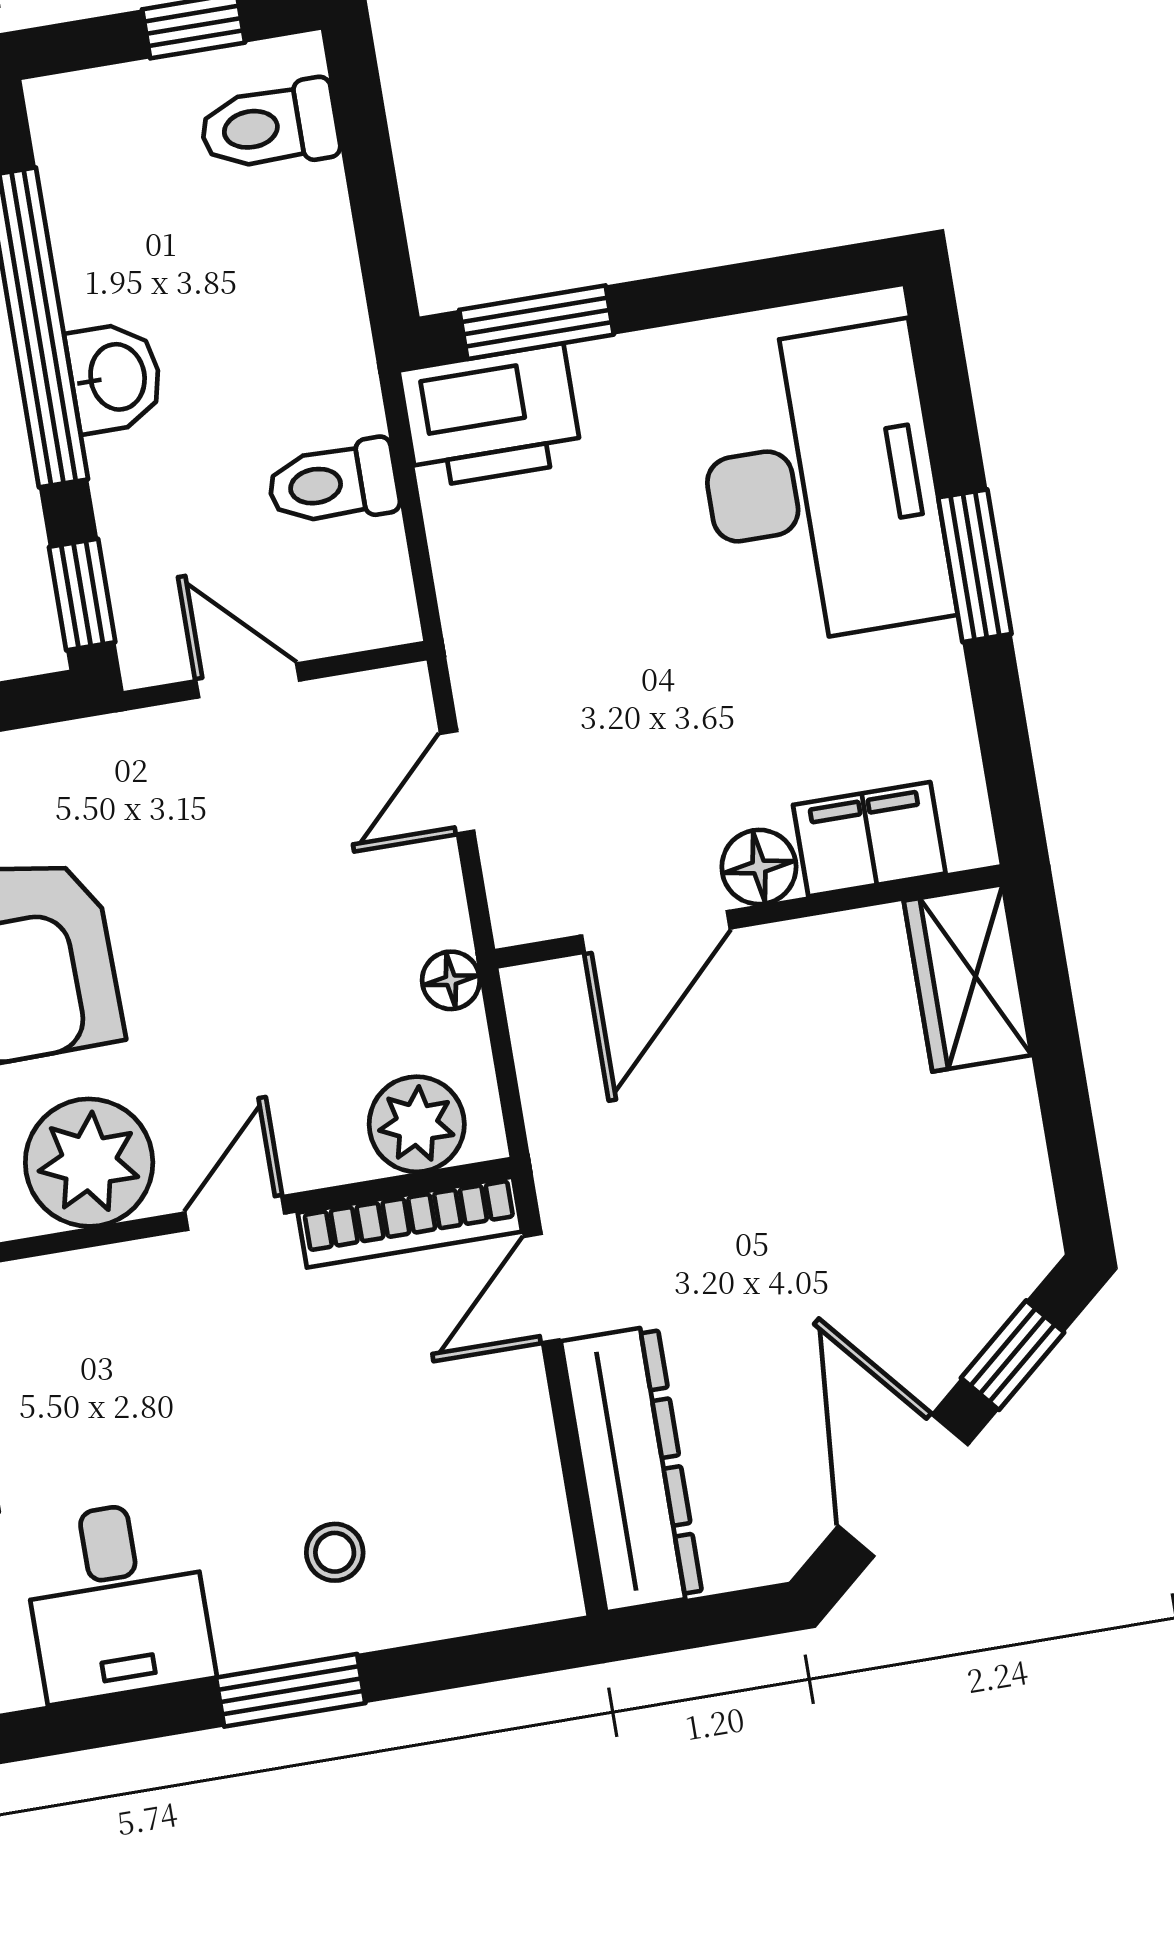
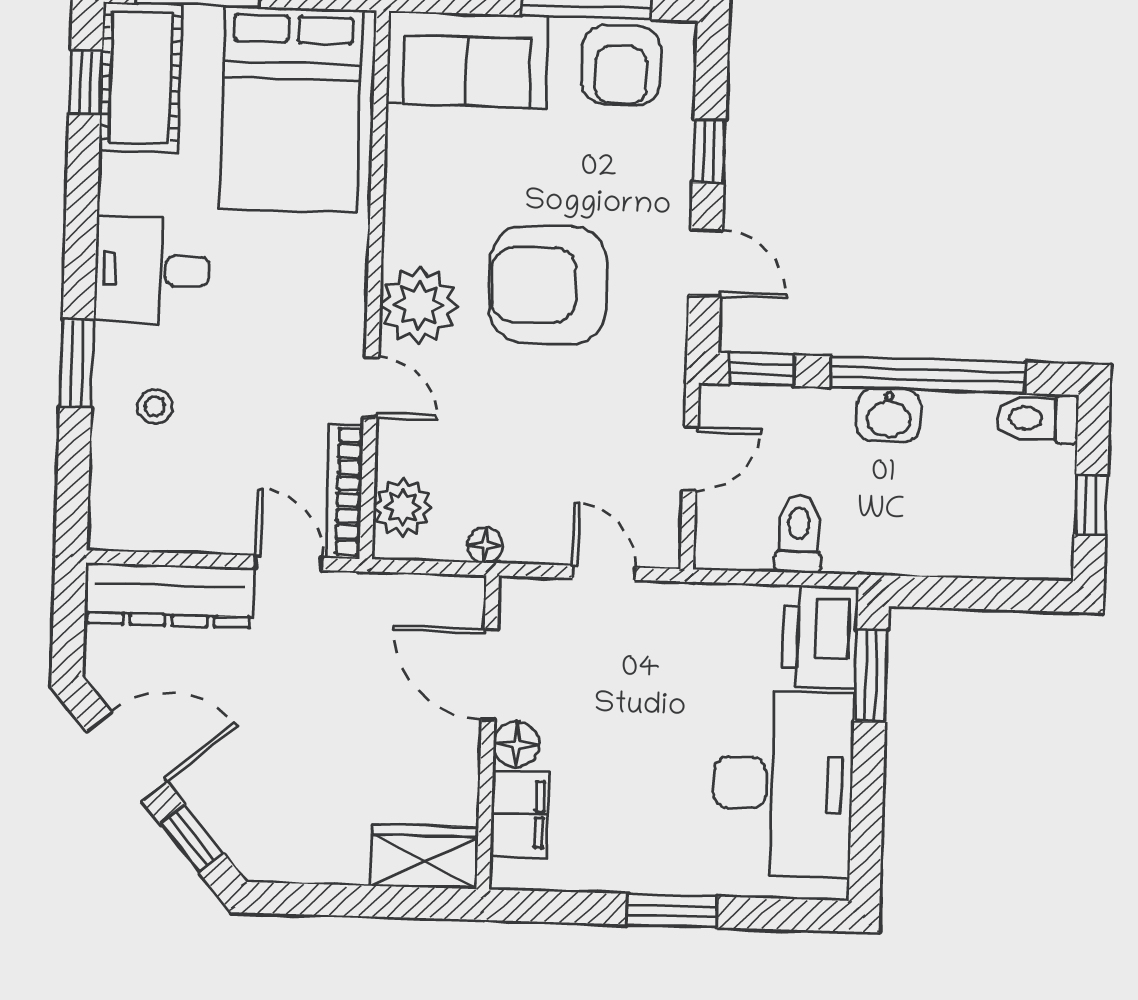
toilet: (269, 126) -> (1037, 418), moved, turned -90
desk: (822, 485) -> (783, 784), moved, turned -90

